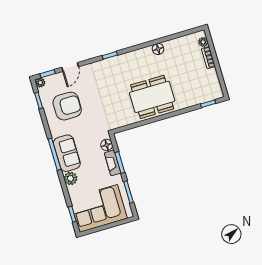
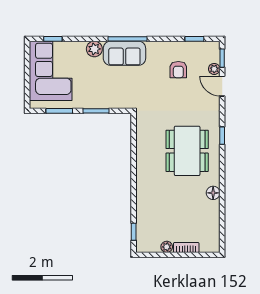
plant: (203, 42) -> (167, 247), moved
plant: (40, 83) -> (214, 69), moved
dining table: (152, 97) -> (187, 151), moved
armchair: (67, 106) -> (178, 70), width x0.53, depth x0.53
floor lamp: (107, 145) -> (120, 102), removed
fireplace: (113, 163) -> (98, 102), removed

